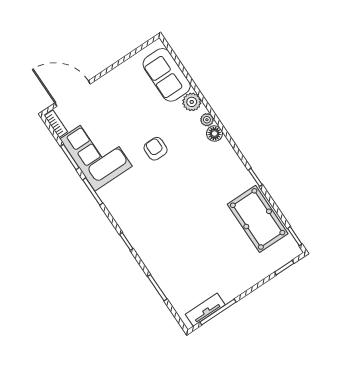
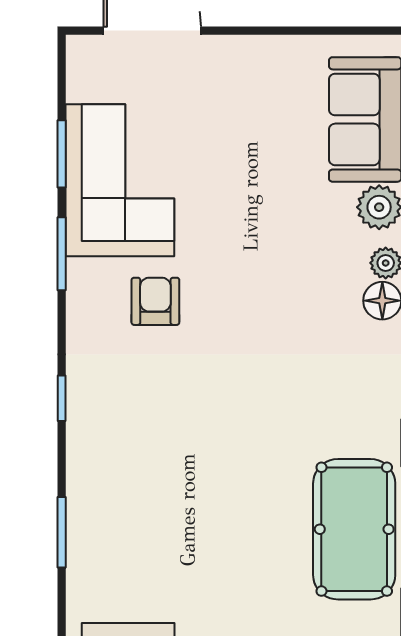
bookcase: (56, 124) -> (78, 69), removed
armchair: (156, 149) -> (155, 301), moved

